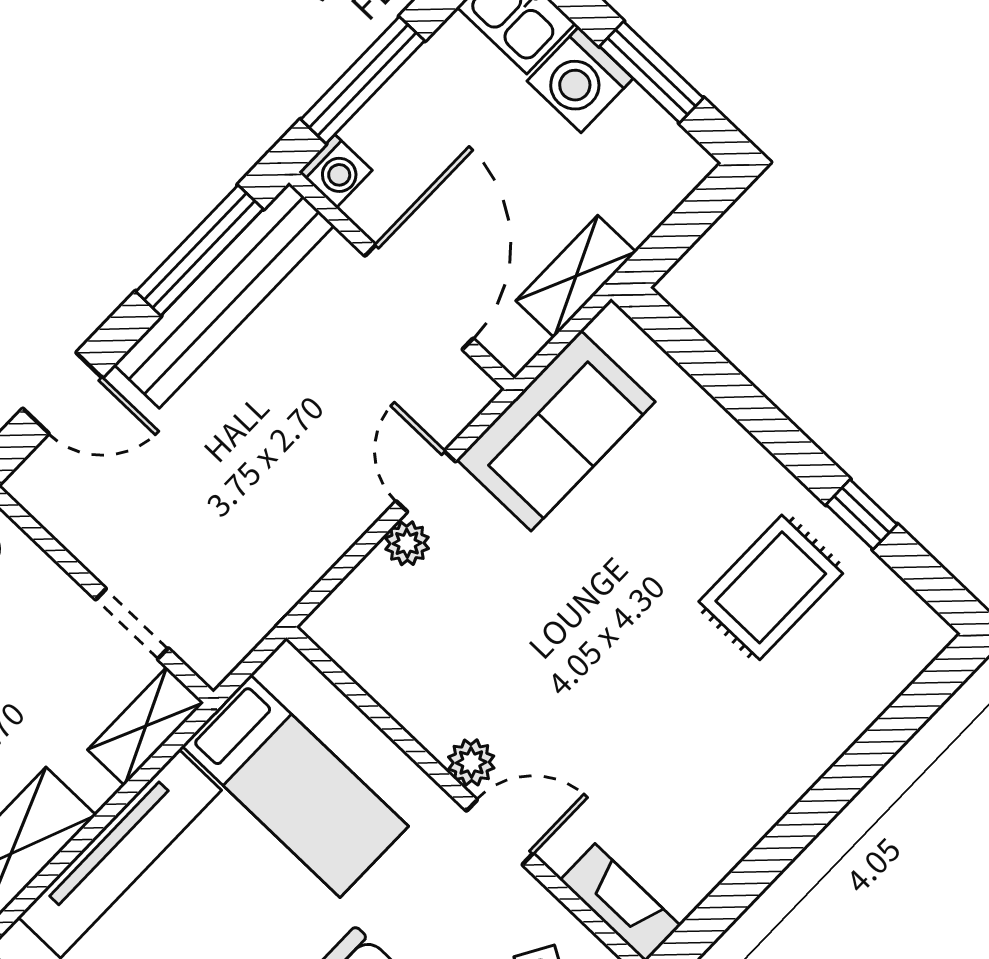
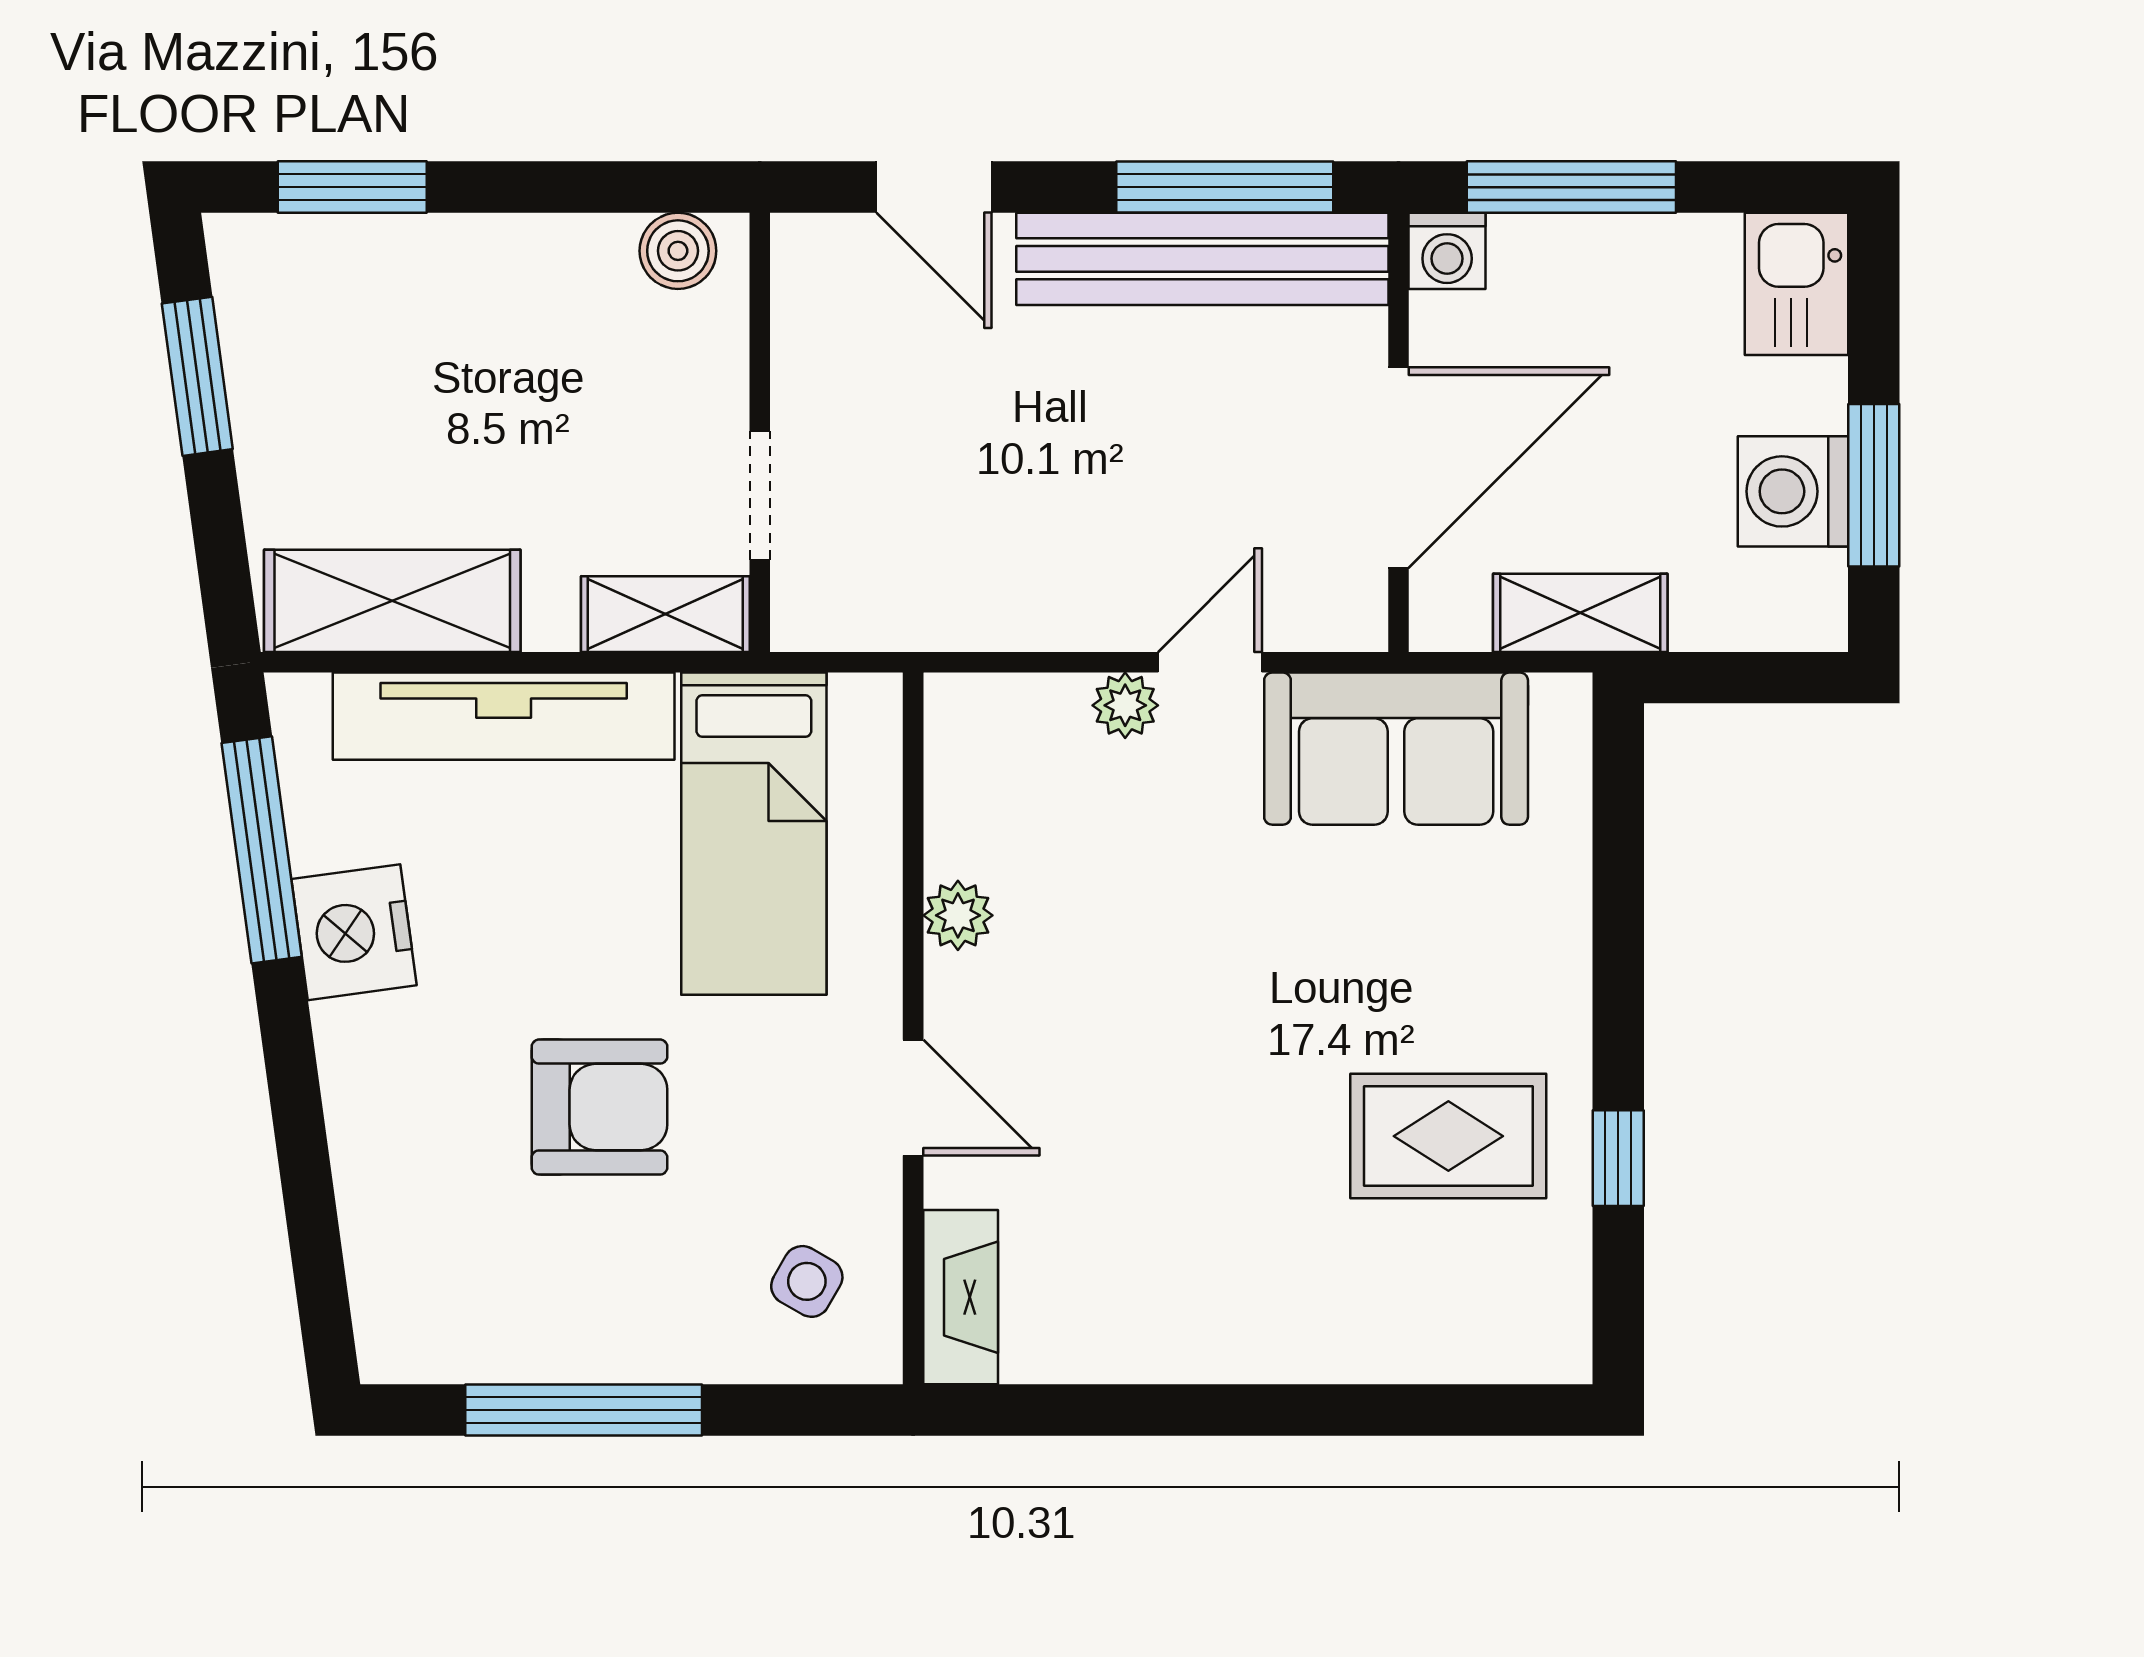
washing machine: (580, 80) -> (1793, 491), moved
plant: (471, 762) -> (958, 915), moved

